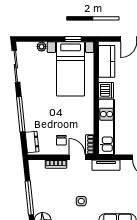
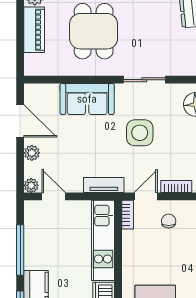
door: (77, 157) -> (146, 196), swing flipped
side table: (81, 201) -> (140, 133), width x1.87, depth x1.87

